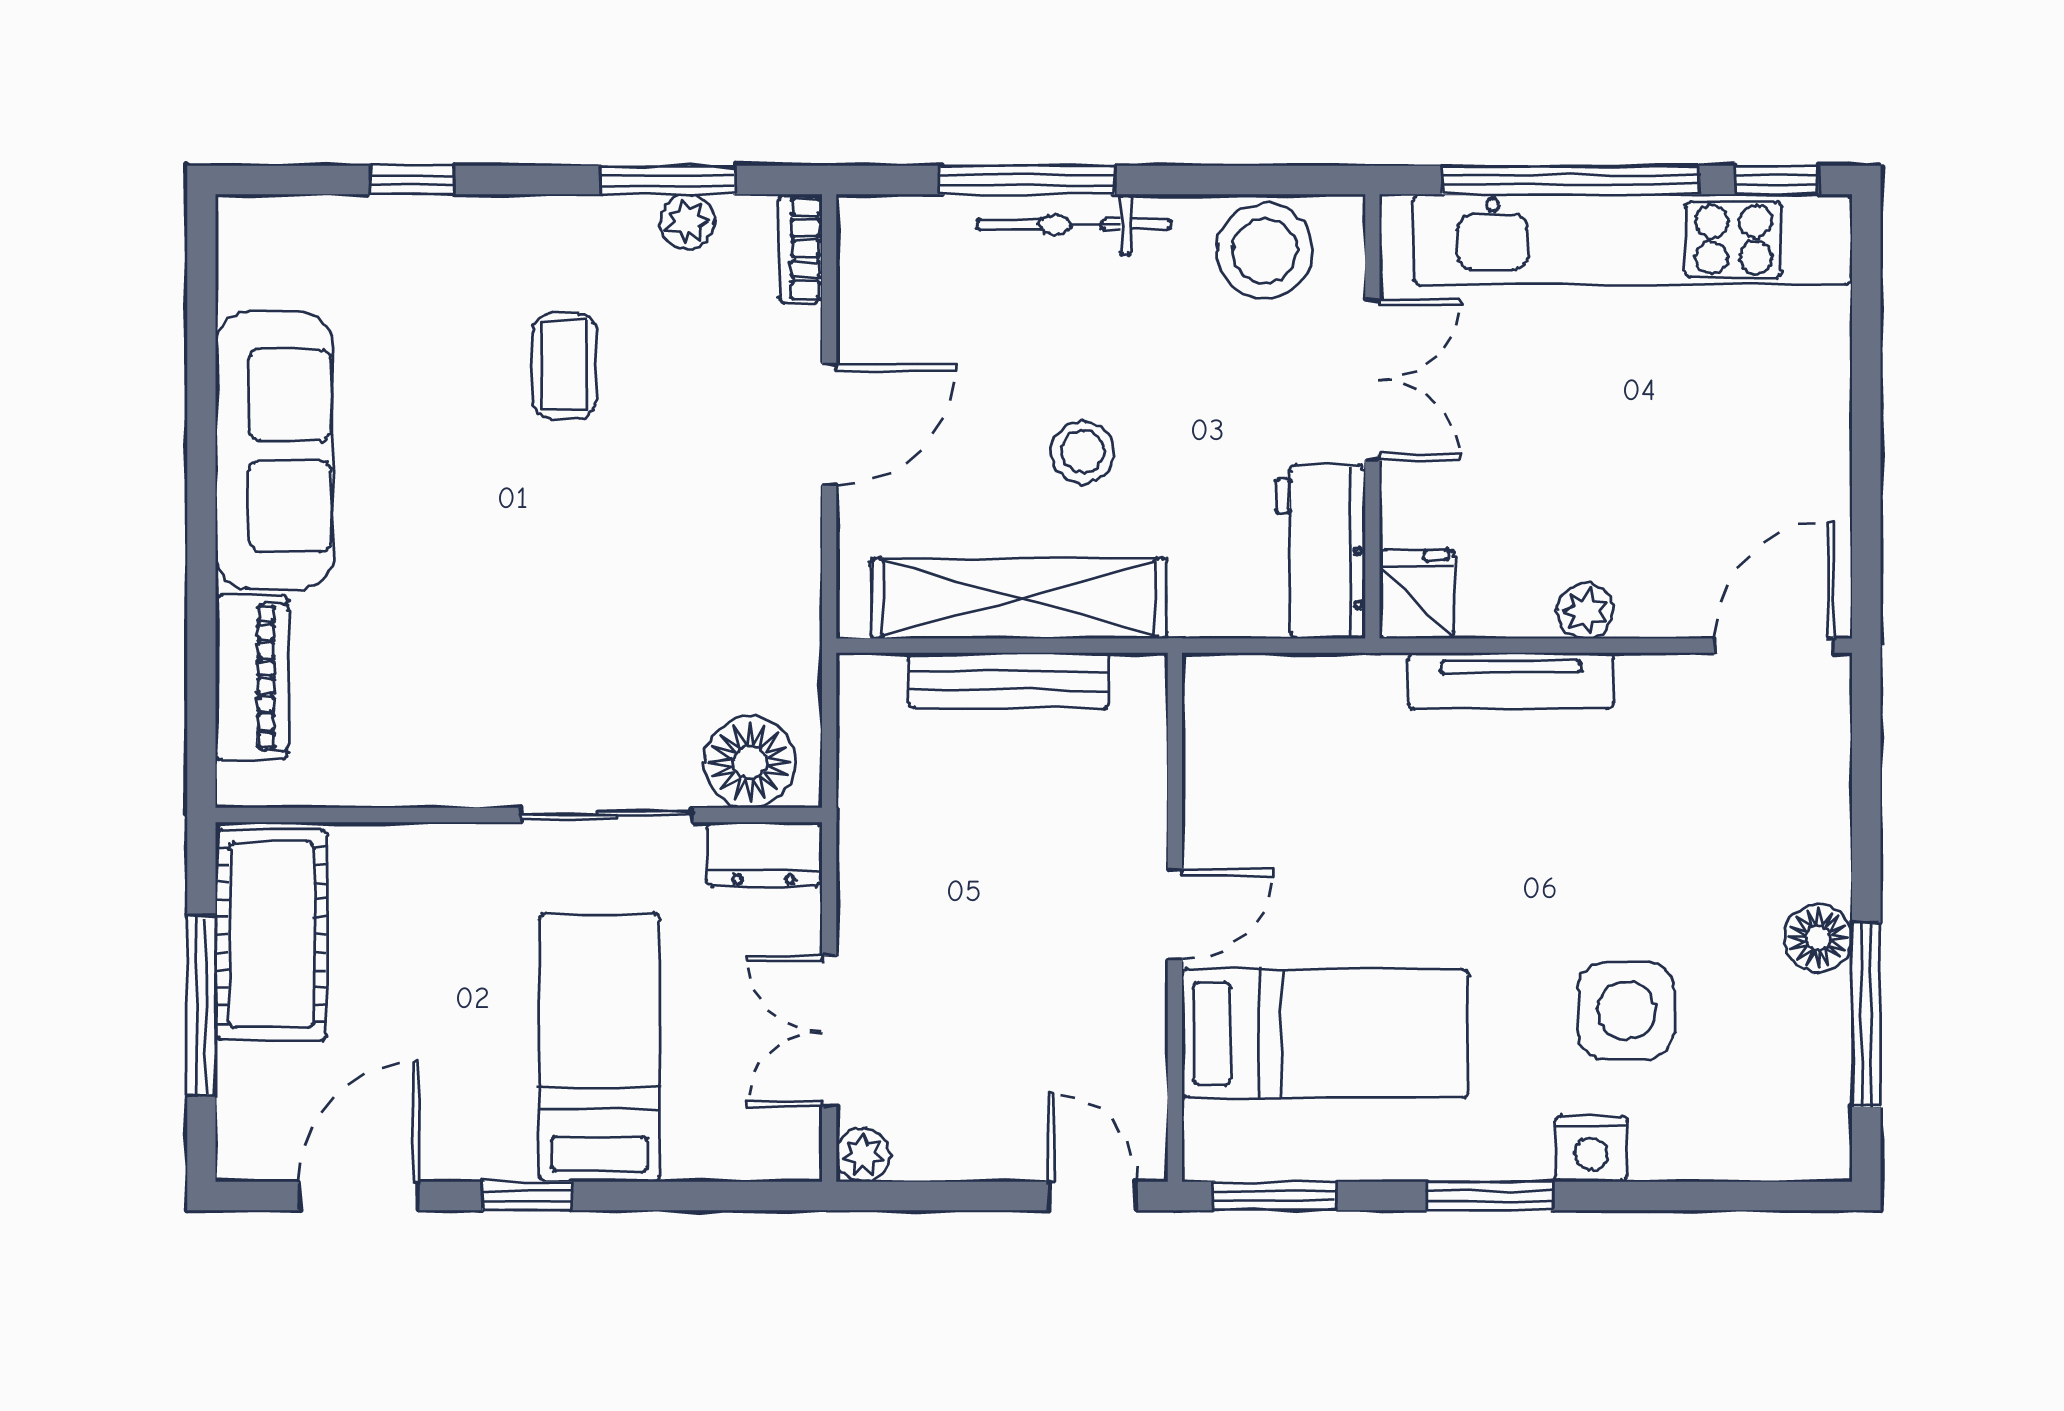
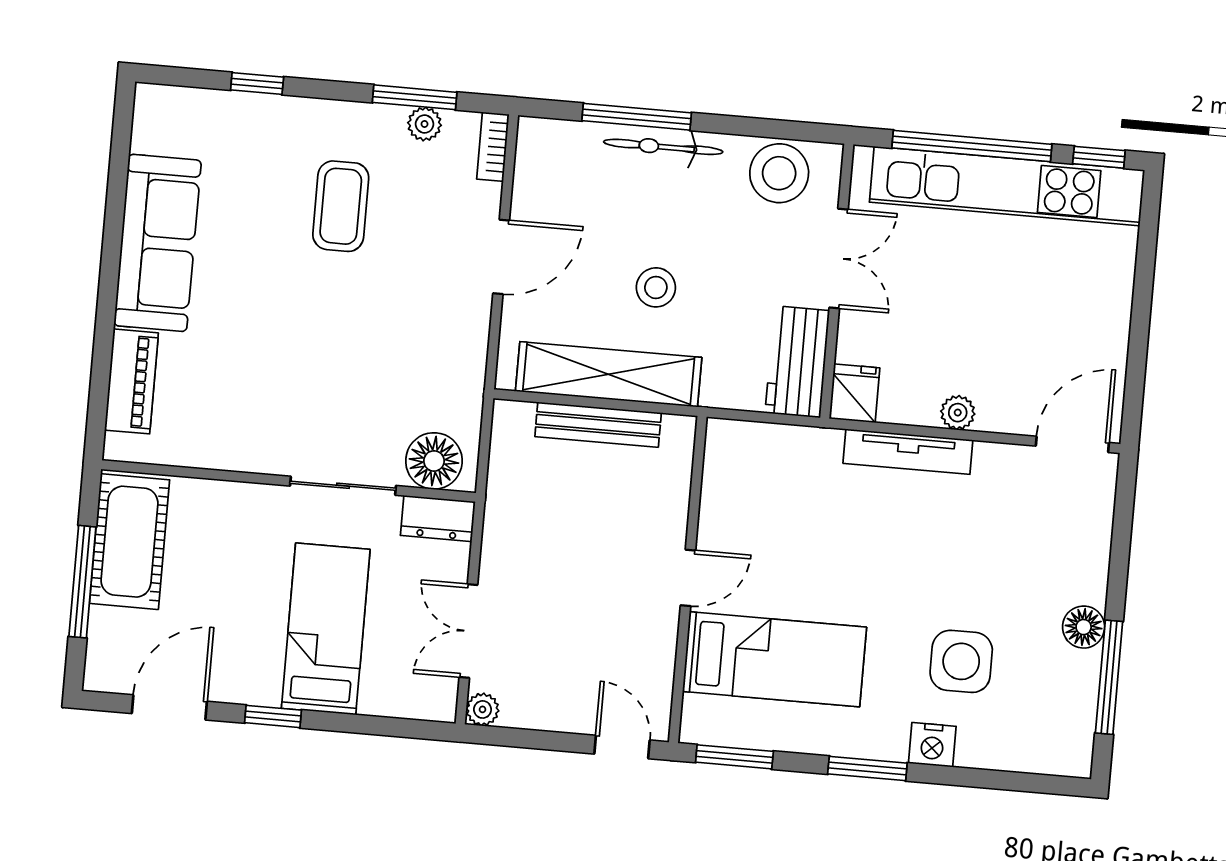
coffee table: (564, 366) -> (341, 206), width x1.36, depth x1.30

